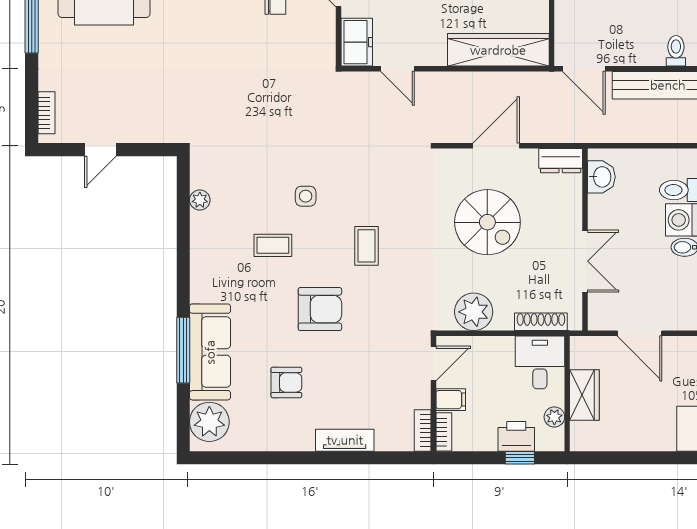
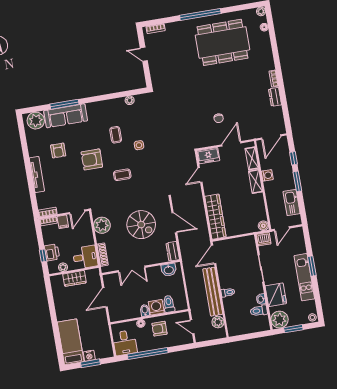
spiral stairs: (487, 222) -> (141, 225), turned -90
armchair: (320, 309) -> (92, 159), turned 90
door: (434, 363) -> (77, 212), hinge flipped
tv unit: (345, 440) -> (37, 175), width x1.41

